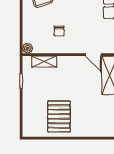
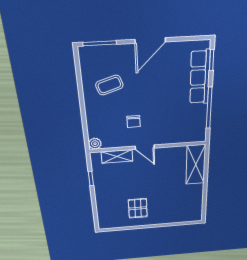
door: (93, 55) -> (145, 147), moved
pallet: (59, 116) -> (138, 208), width x0.67, depth x0.71

